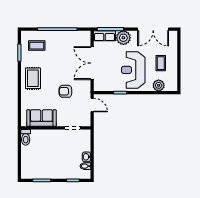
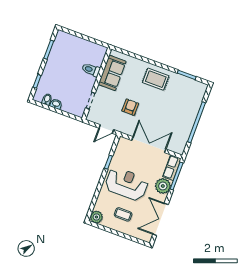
coffee table: (37, 46) -> (187, 95), removed
plant: (159, 85) -> (96, 217), moved
toilet: (26, 137) -> (91, 70), moved

